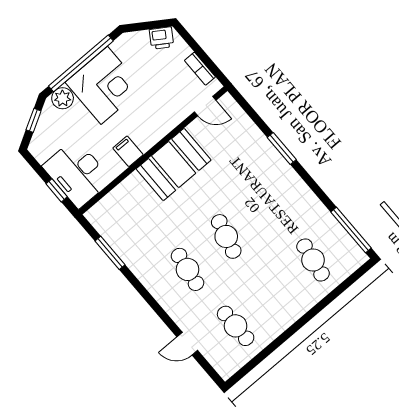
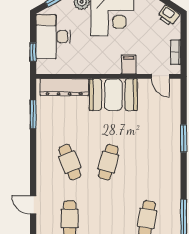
filing cabinet: (128, 151) -> (129, 65), moved
desk: (77, 173) -> (53, 37), moved
dresser: (118, 199) -> (64, 87), added
cafe table: (187, 269) -> (70, 162), turned -30

